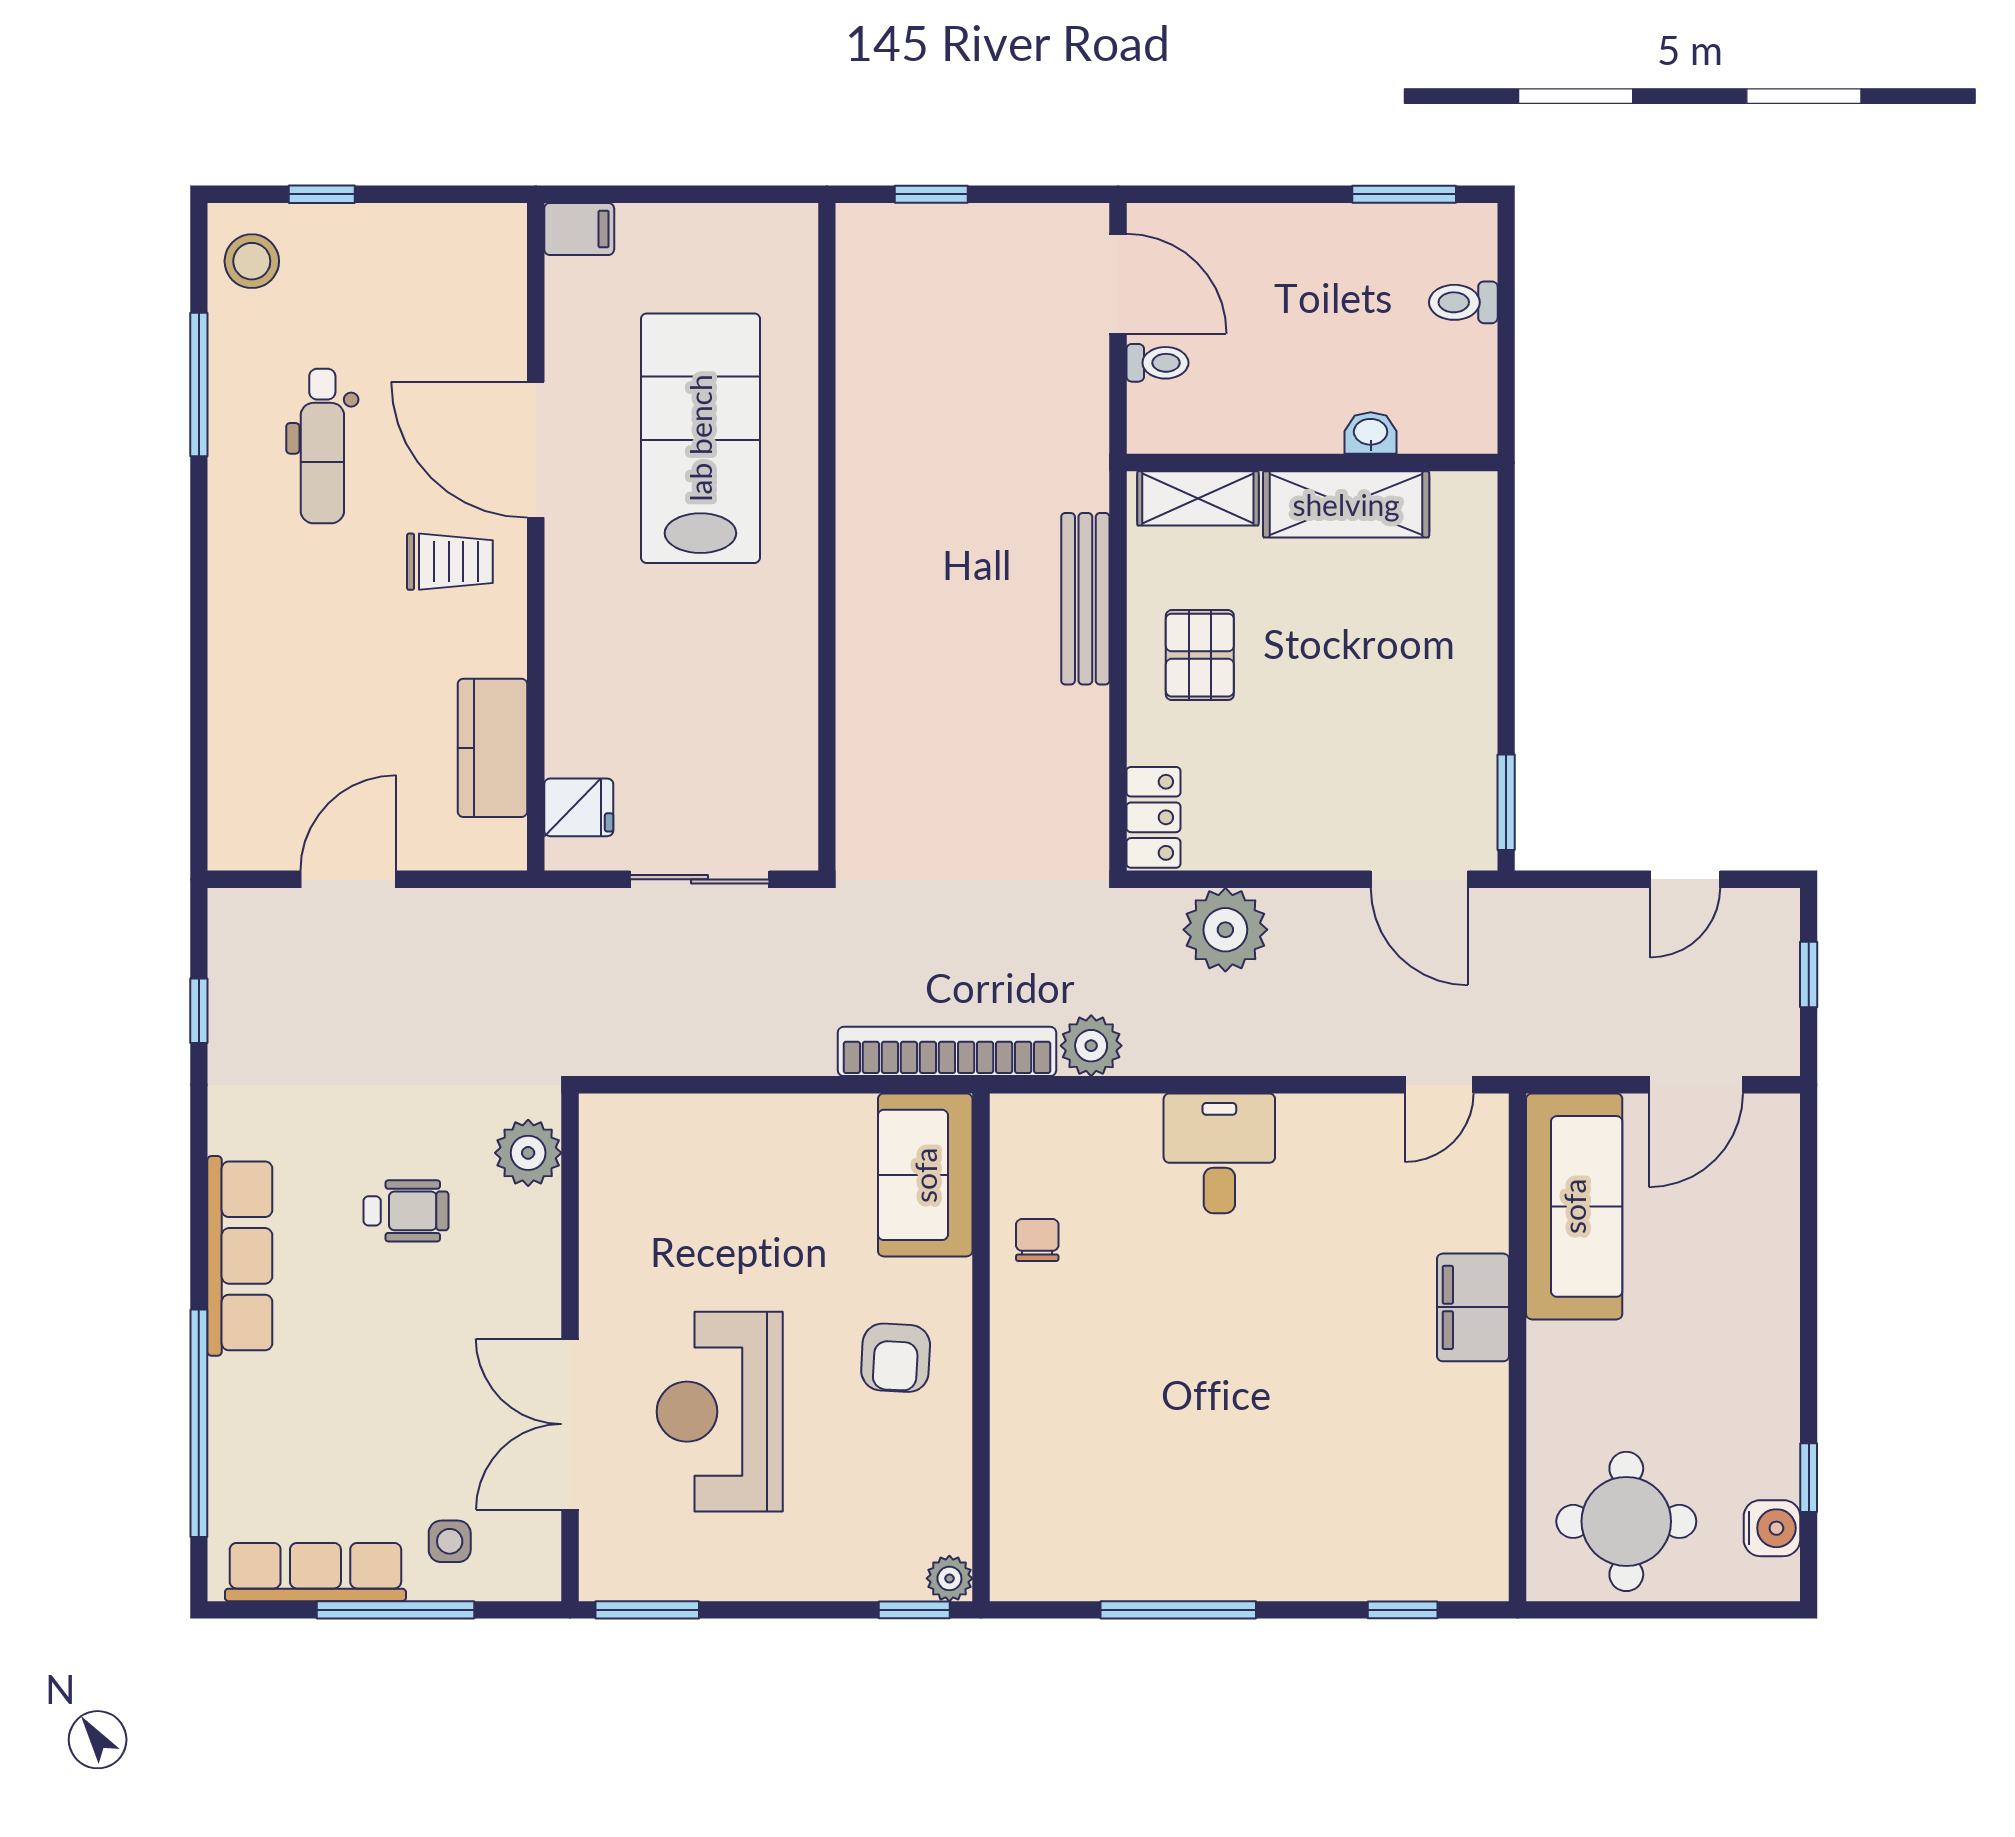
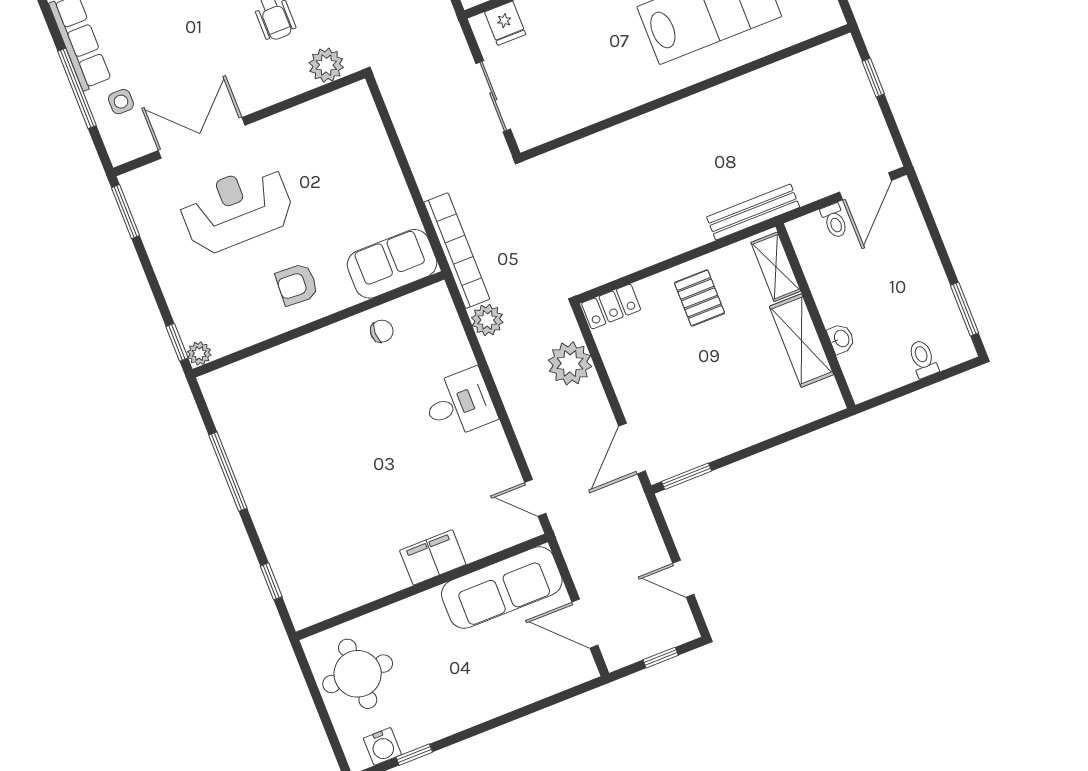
bench: (1085, 599) -> (753, 212), moved
pallet: (1200, 655) -> (699, 298), turned 90

